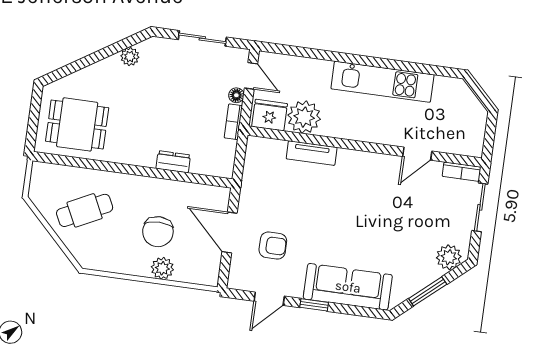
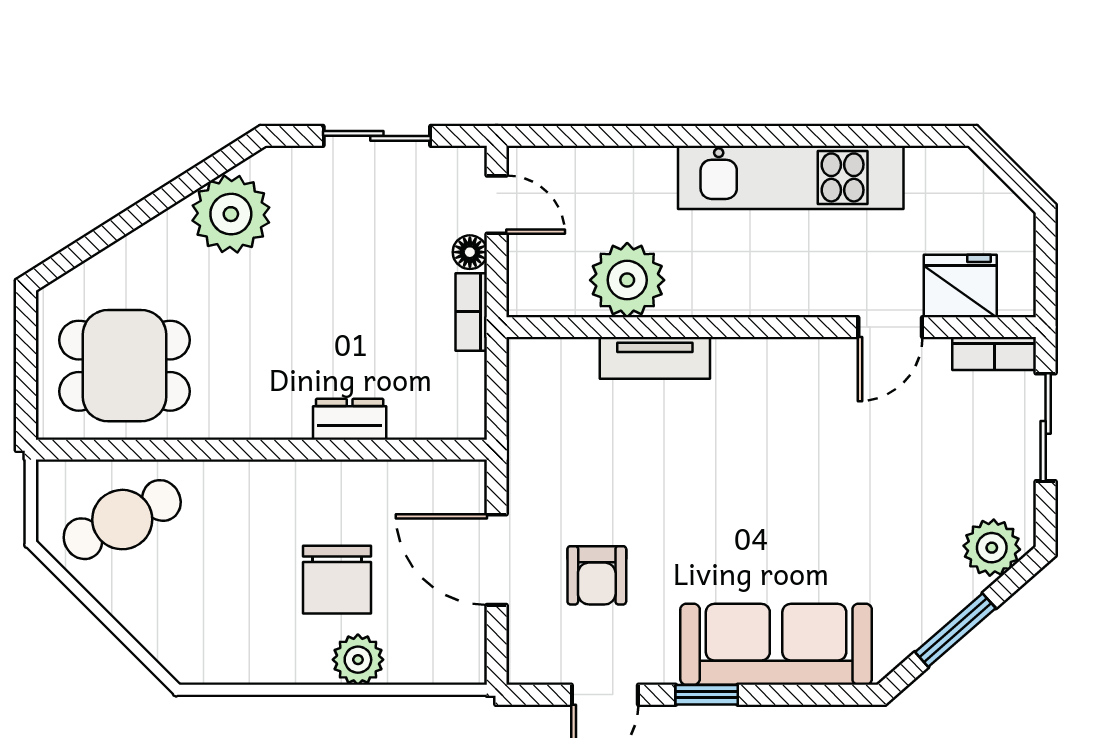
plant: (130, 57) -> (231, 214), width x1.88, depth x1.88
fridge: (270, 115) -> (960, 286), moved
cafe table: (85, 210) -> (122, 520), moved
armchair: (273, 246) -> (597, 575), turned 90

